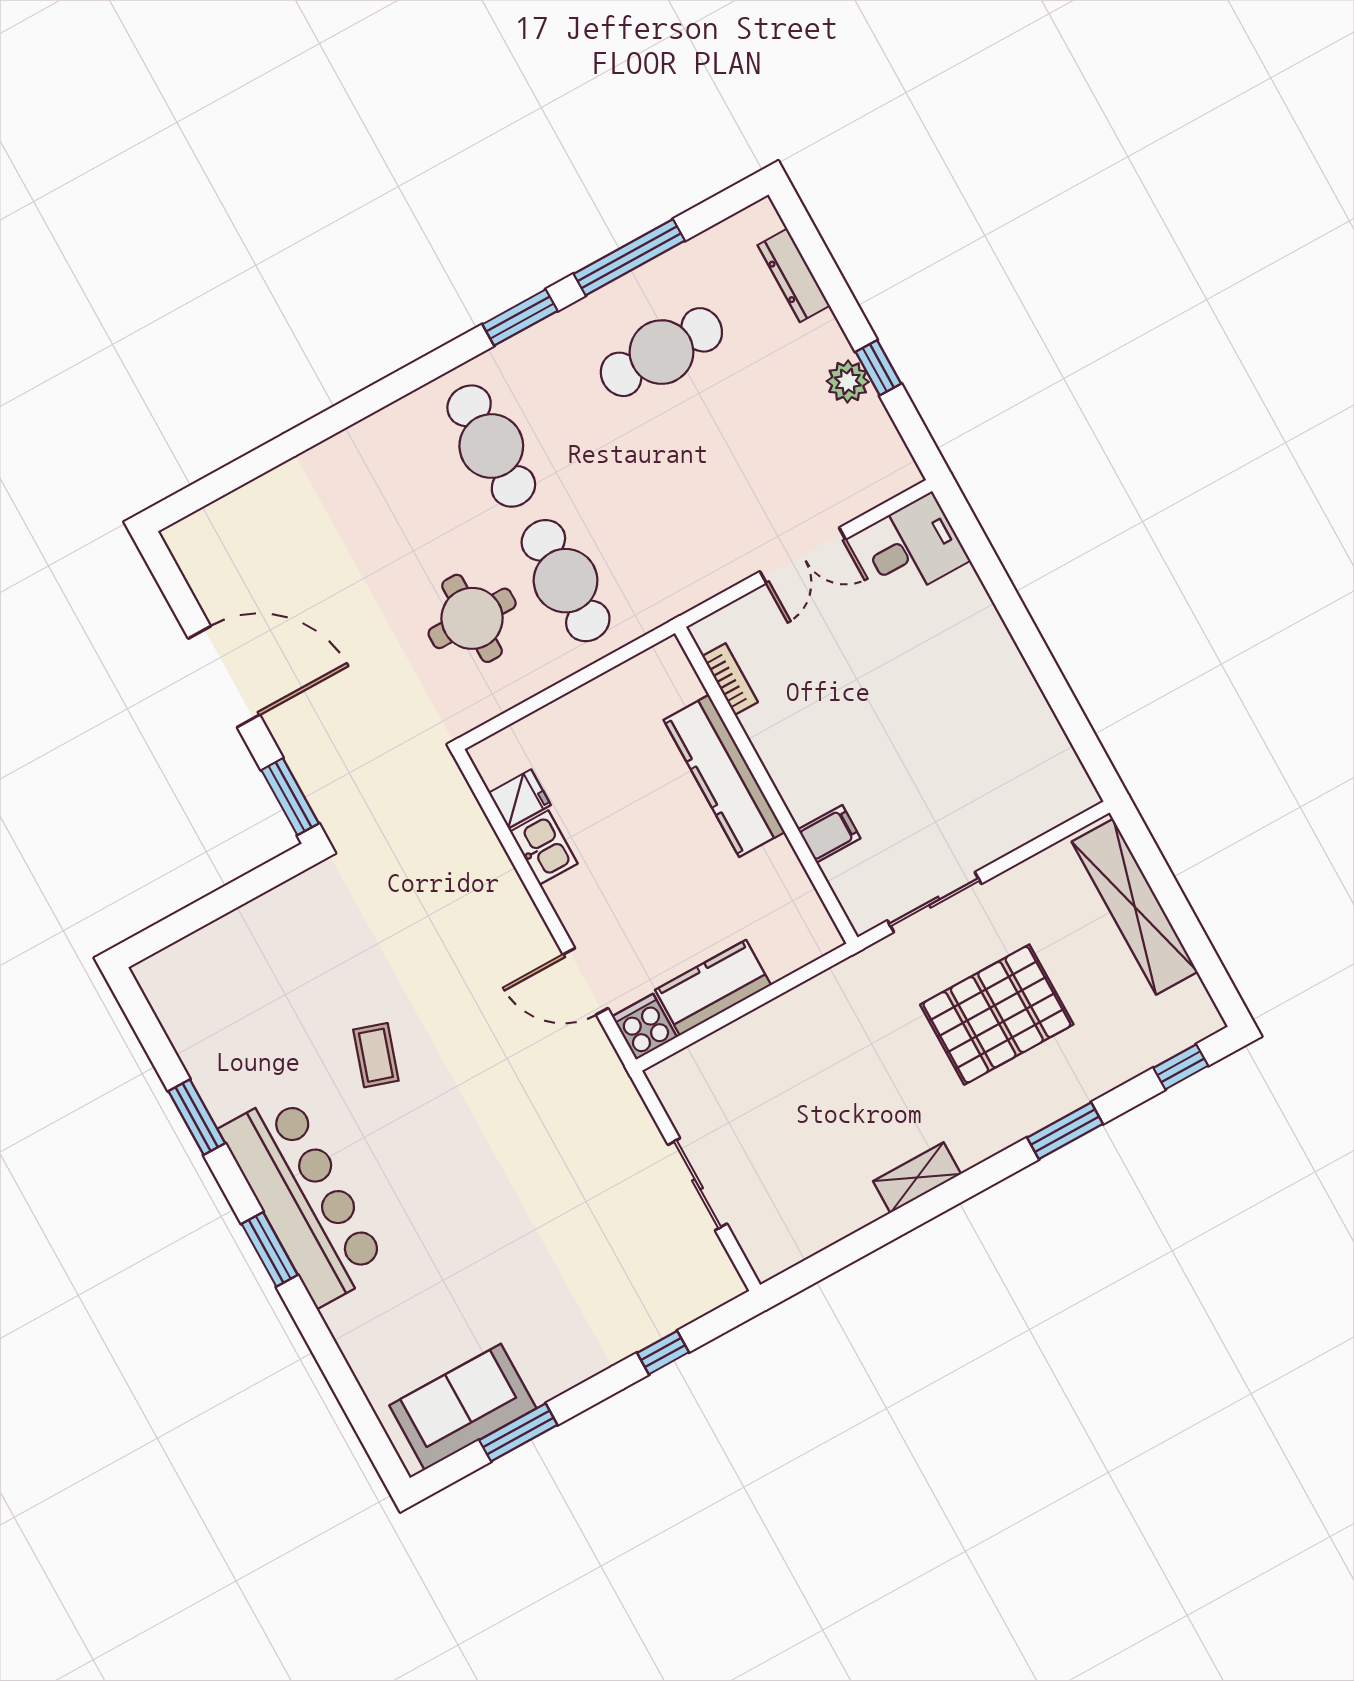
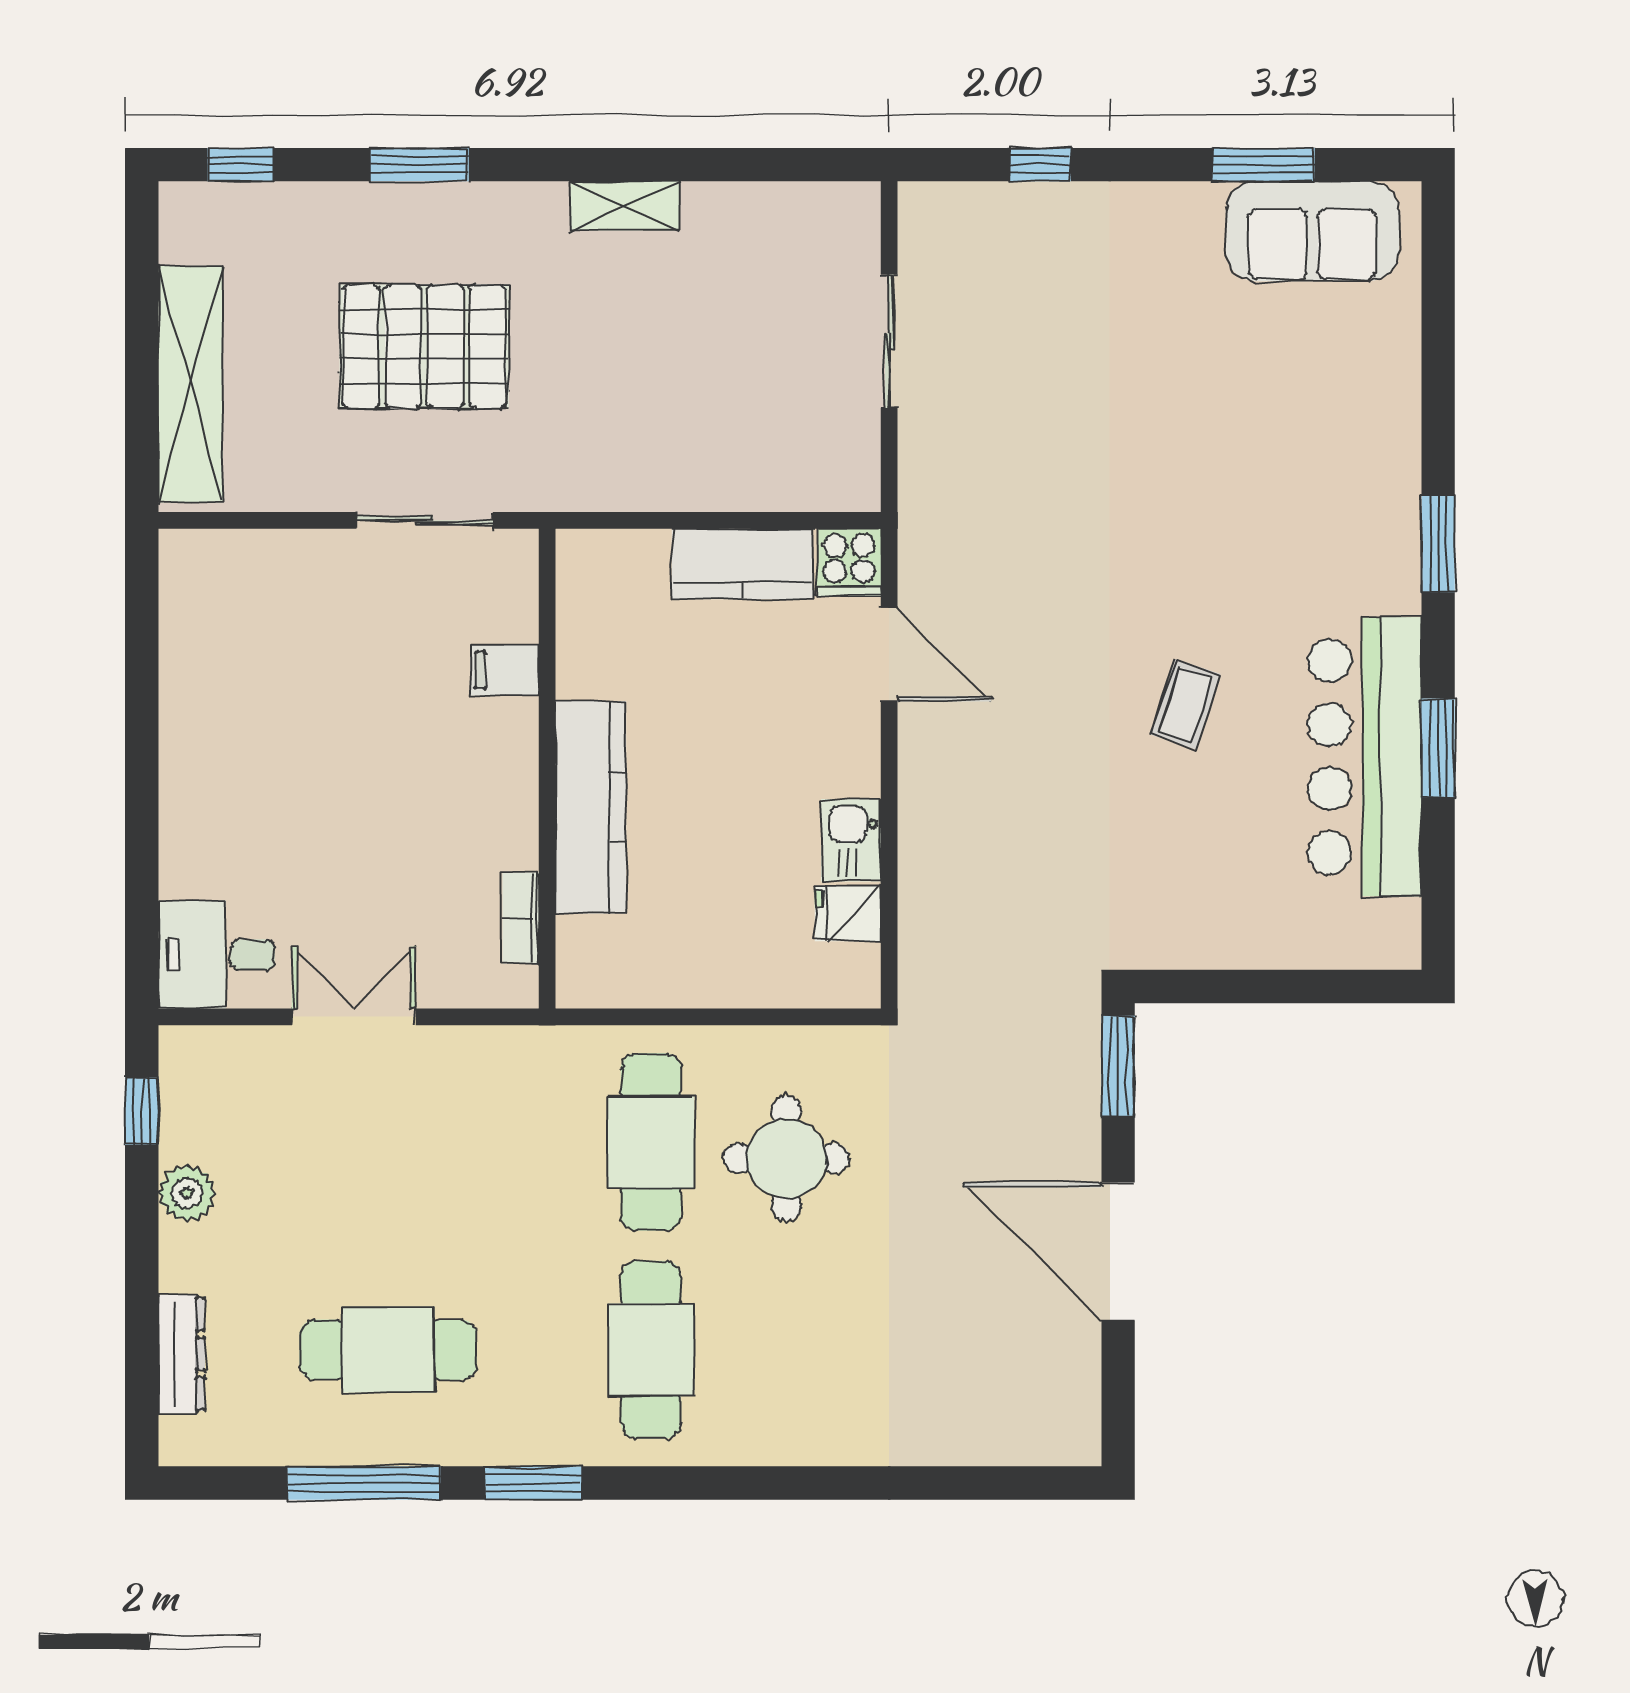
window: (878, 368) -> (142, 1111), moved
bar counter: (304, 1199) -> (1365, 757), moved

